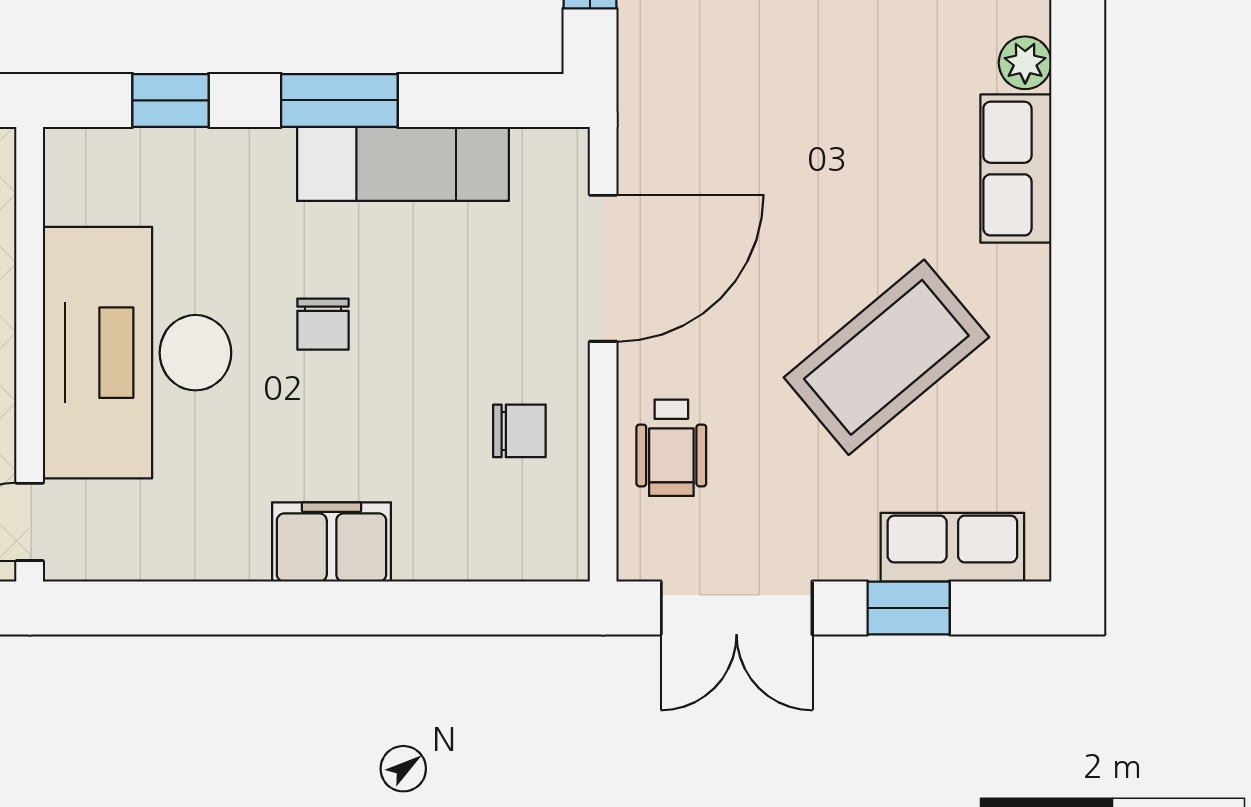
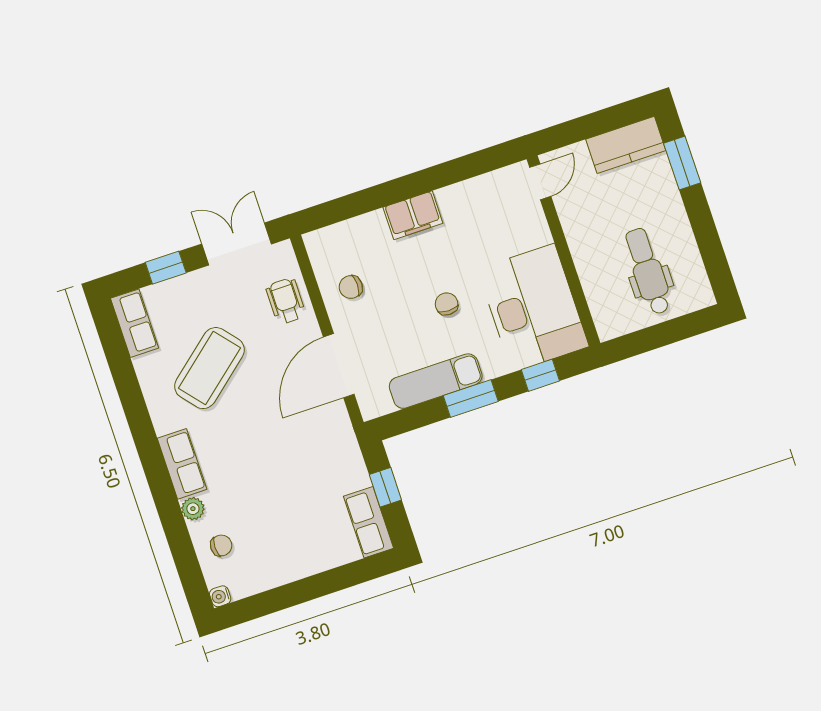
desk: (137, 353) -> (533, 308), moved
row of seats: (952, 547) -> (135, 323), moved, turned -90

